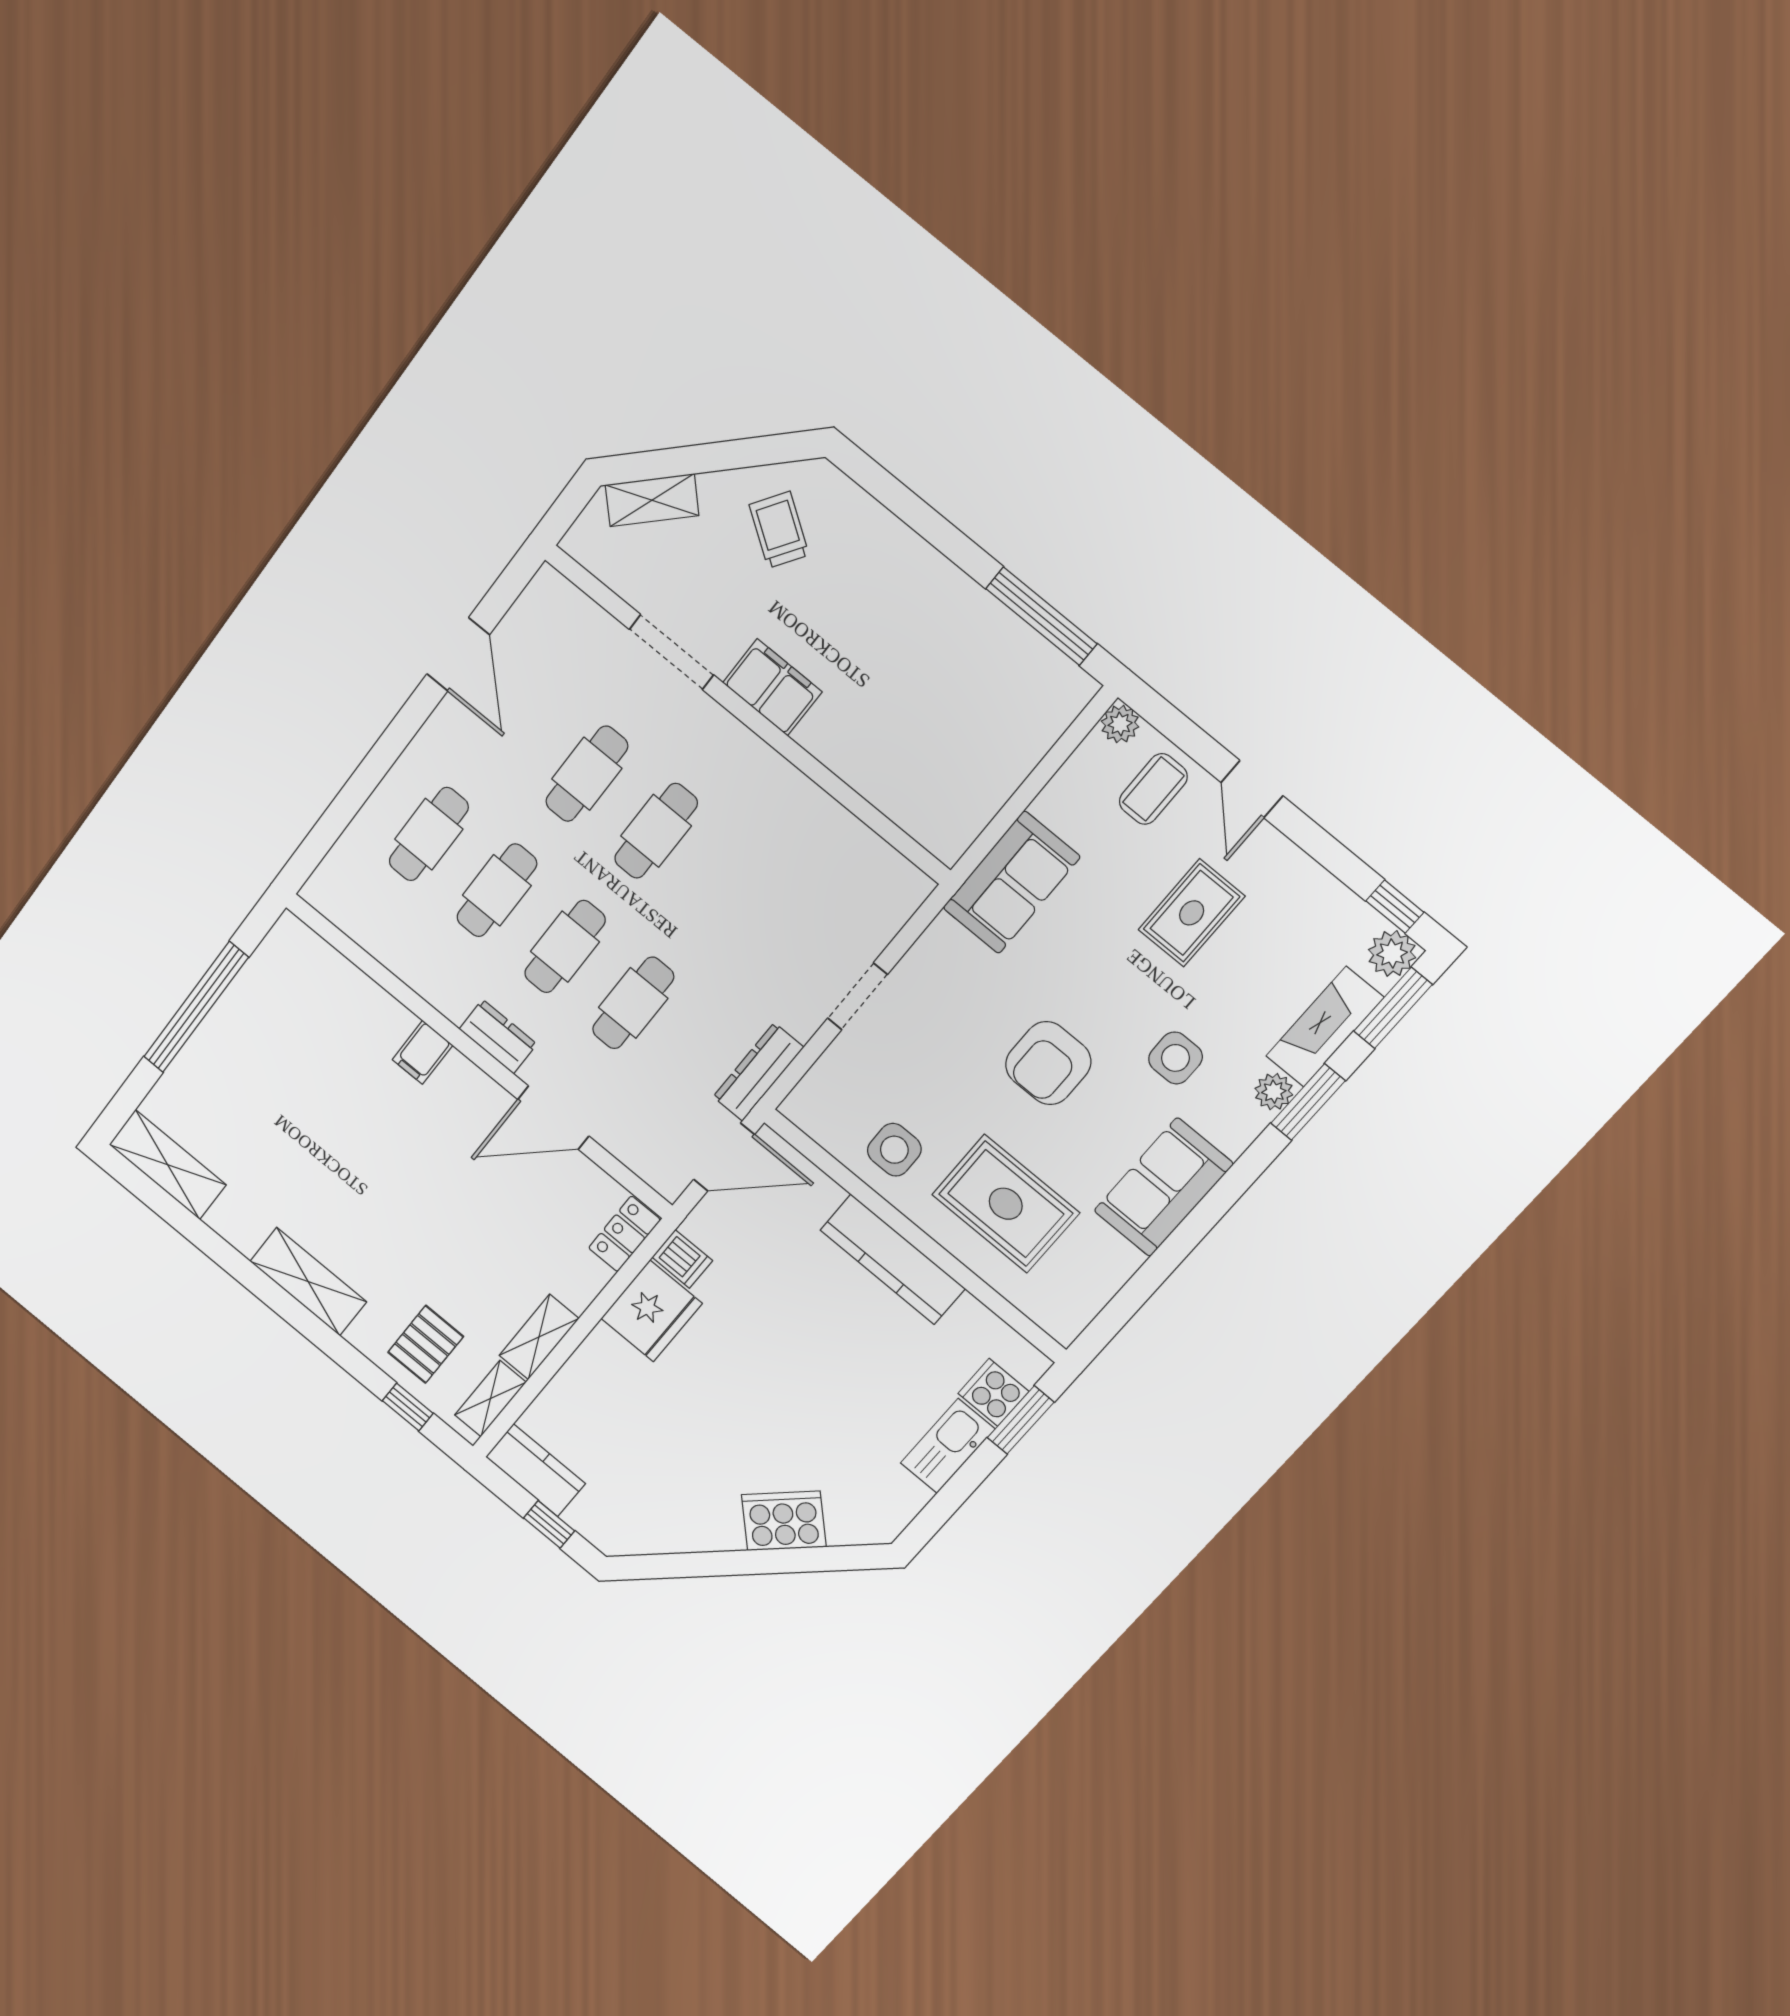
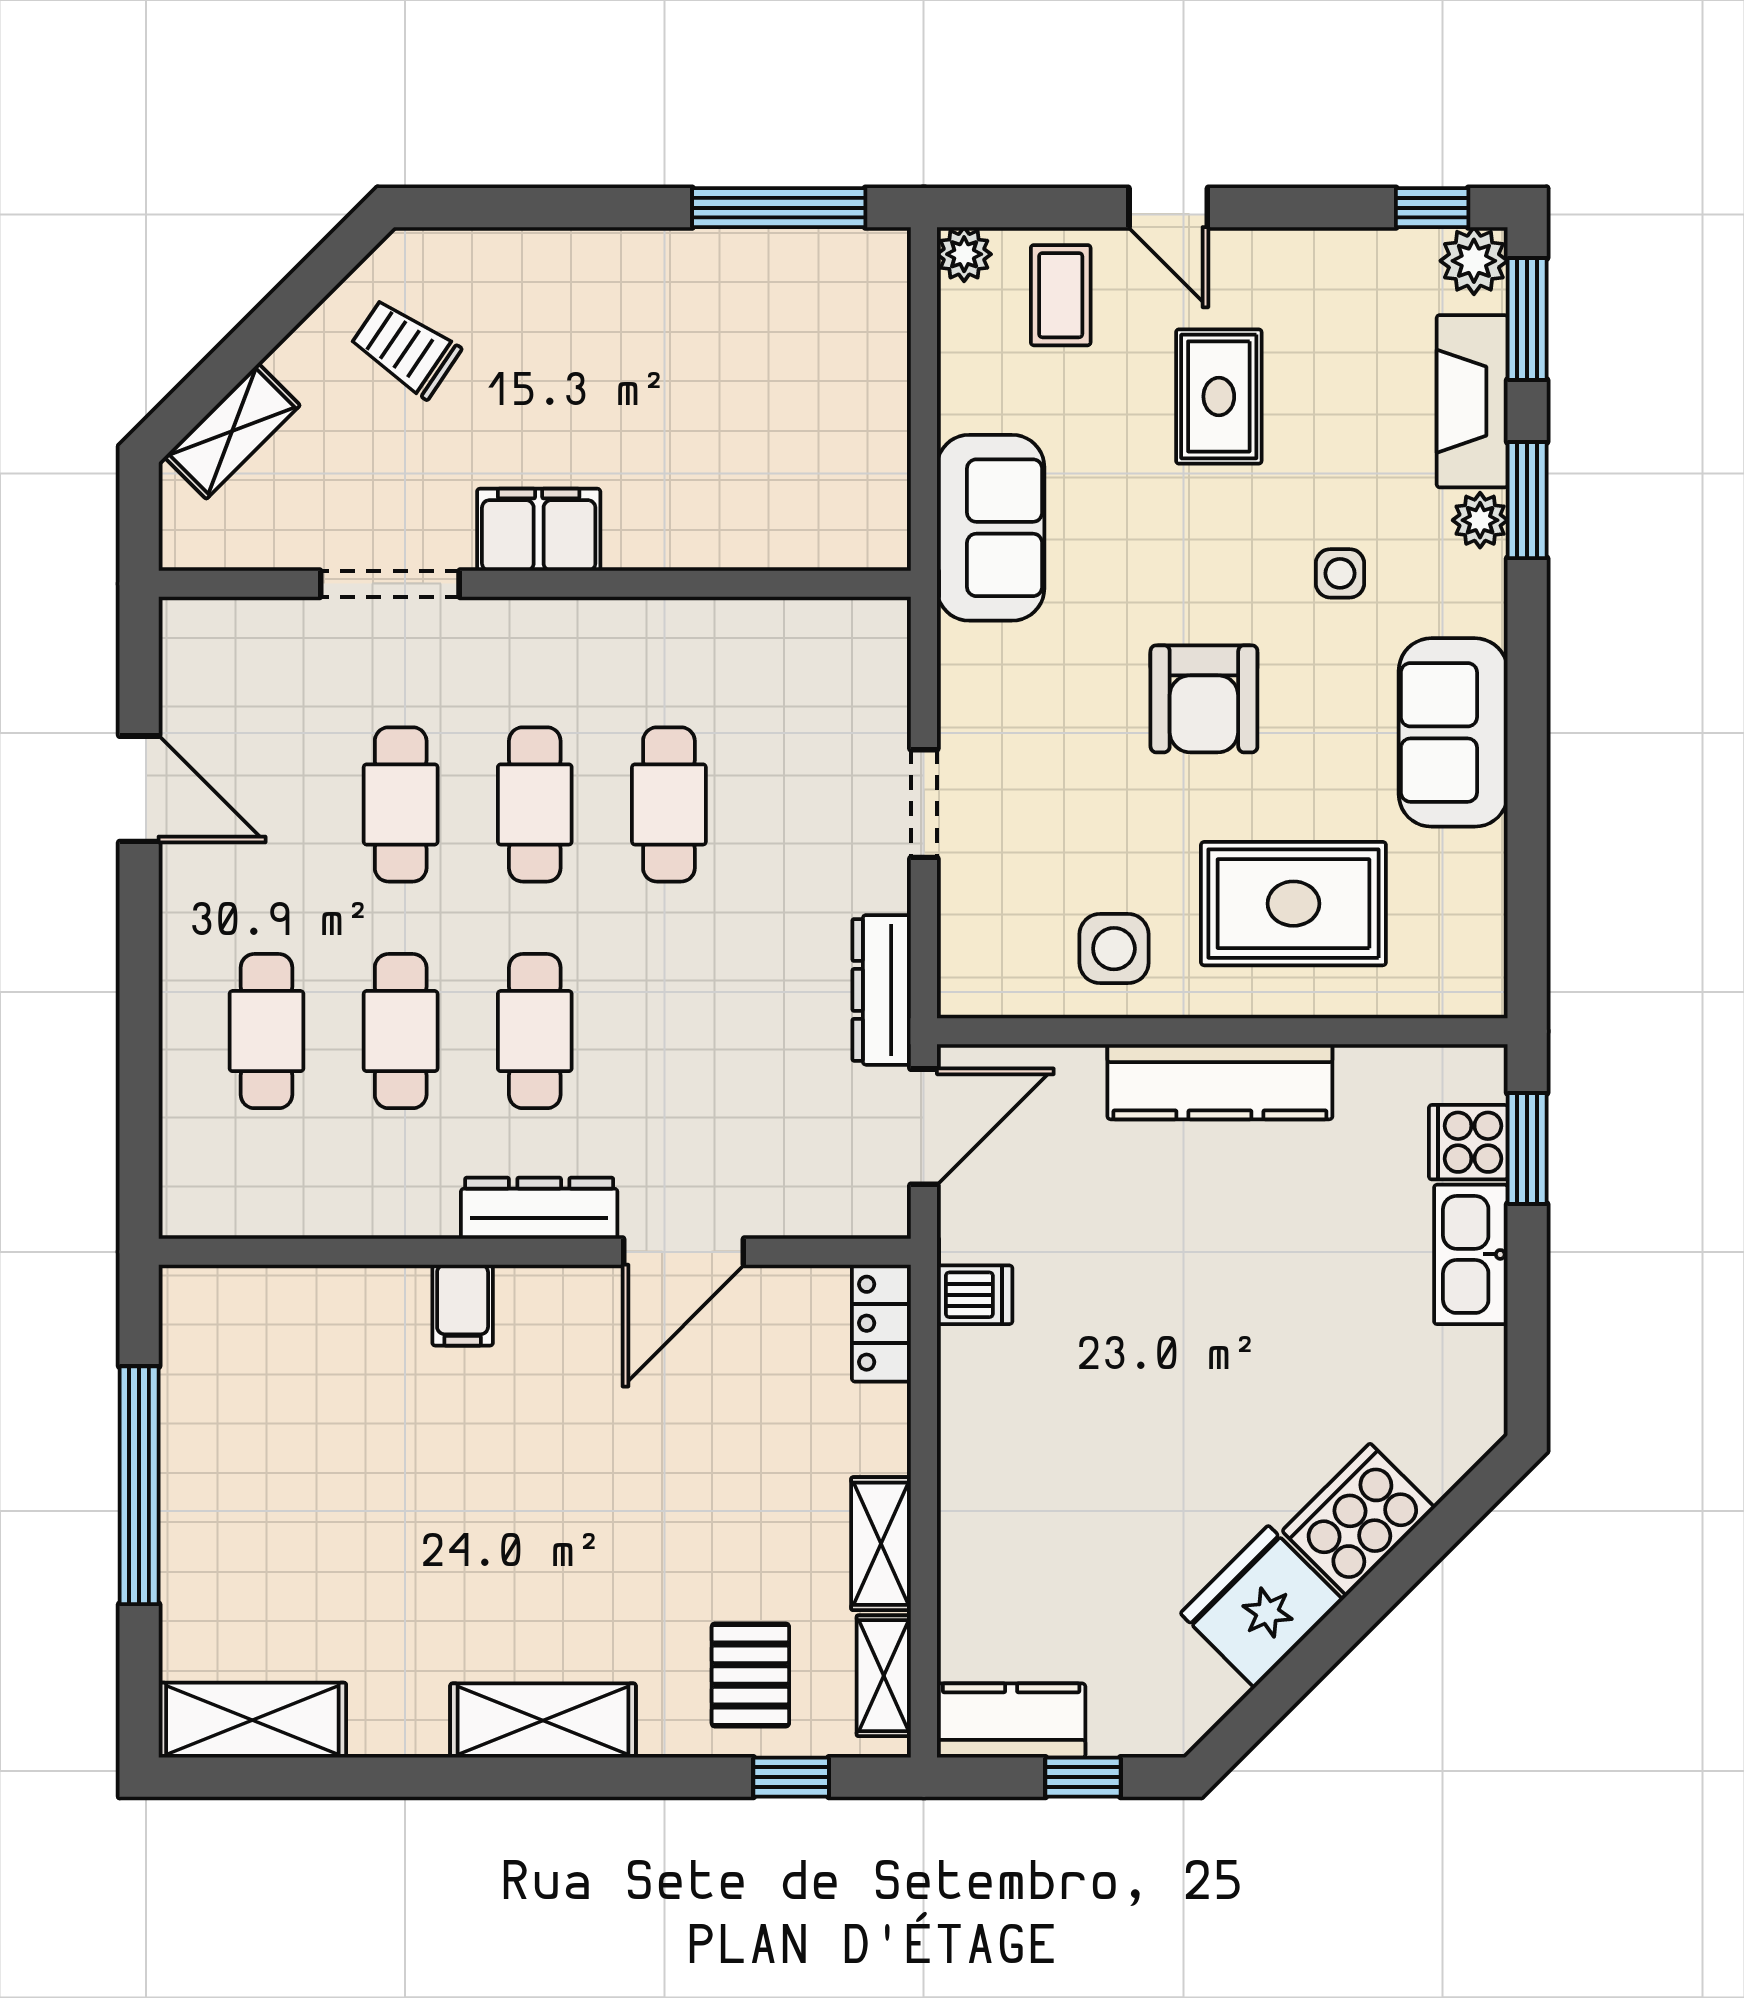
cafe table: (633, 1003) -> (669, 804), moved
dresser: (498, 1037) -> (539, 1208), width x1.44
side table: (1175, 1058) -> (1340, 573), width x0.73, depth x0.73
fridge: (652, 1311) -> (1262, 1607), moved, turned -135

